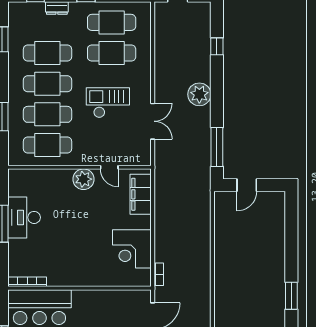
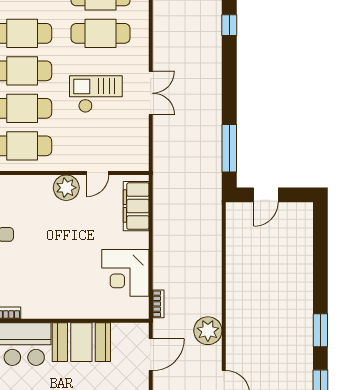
plant: (199, 94) -> (208, 331), moved
double door: (153, 121) -> (151, 93), moved
door: (109, 167) -> (98, 173), hinge flipped
booth: (96, 306) -> (81, 342), added

